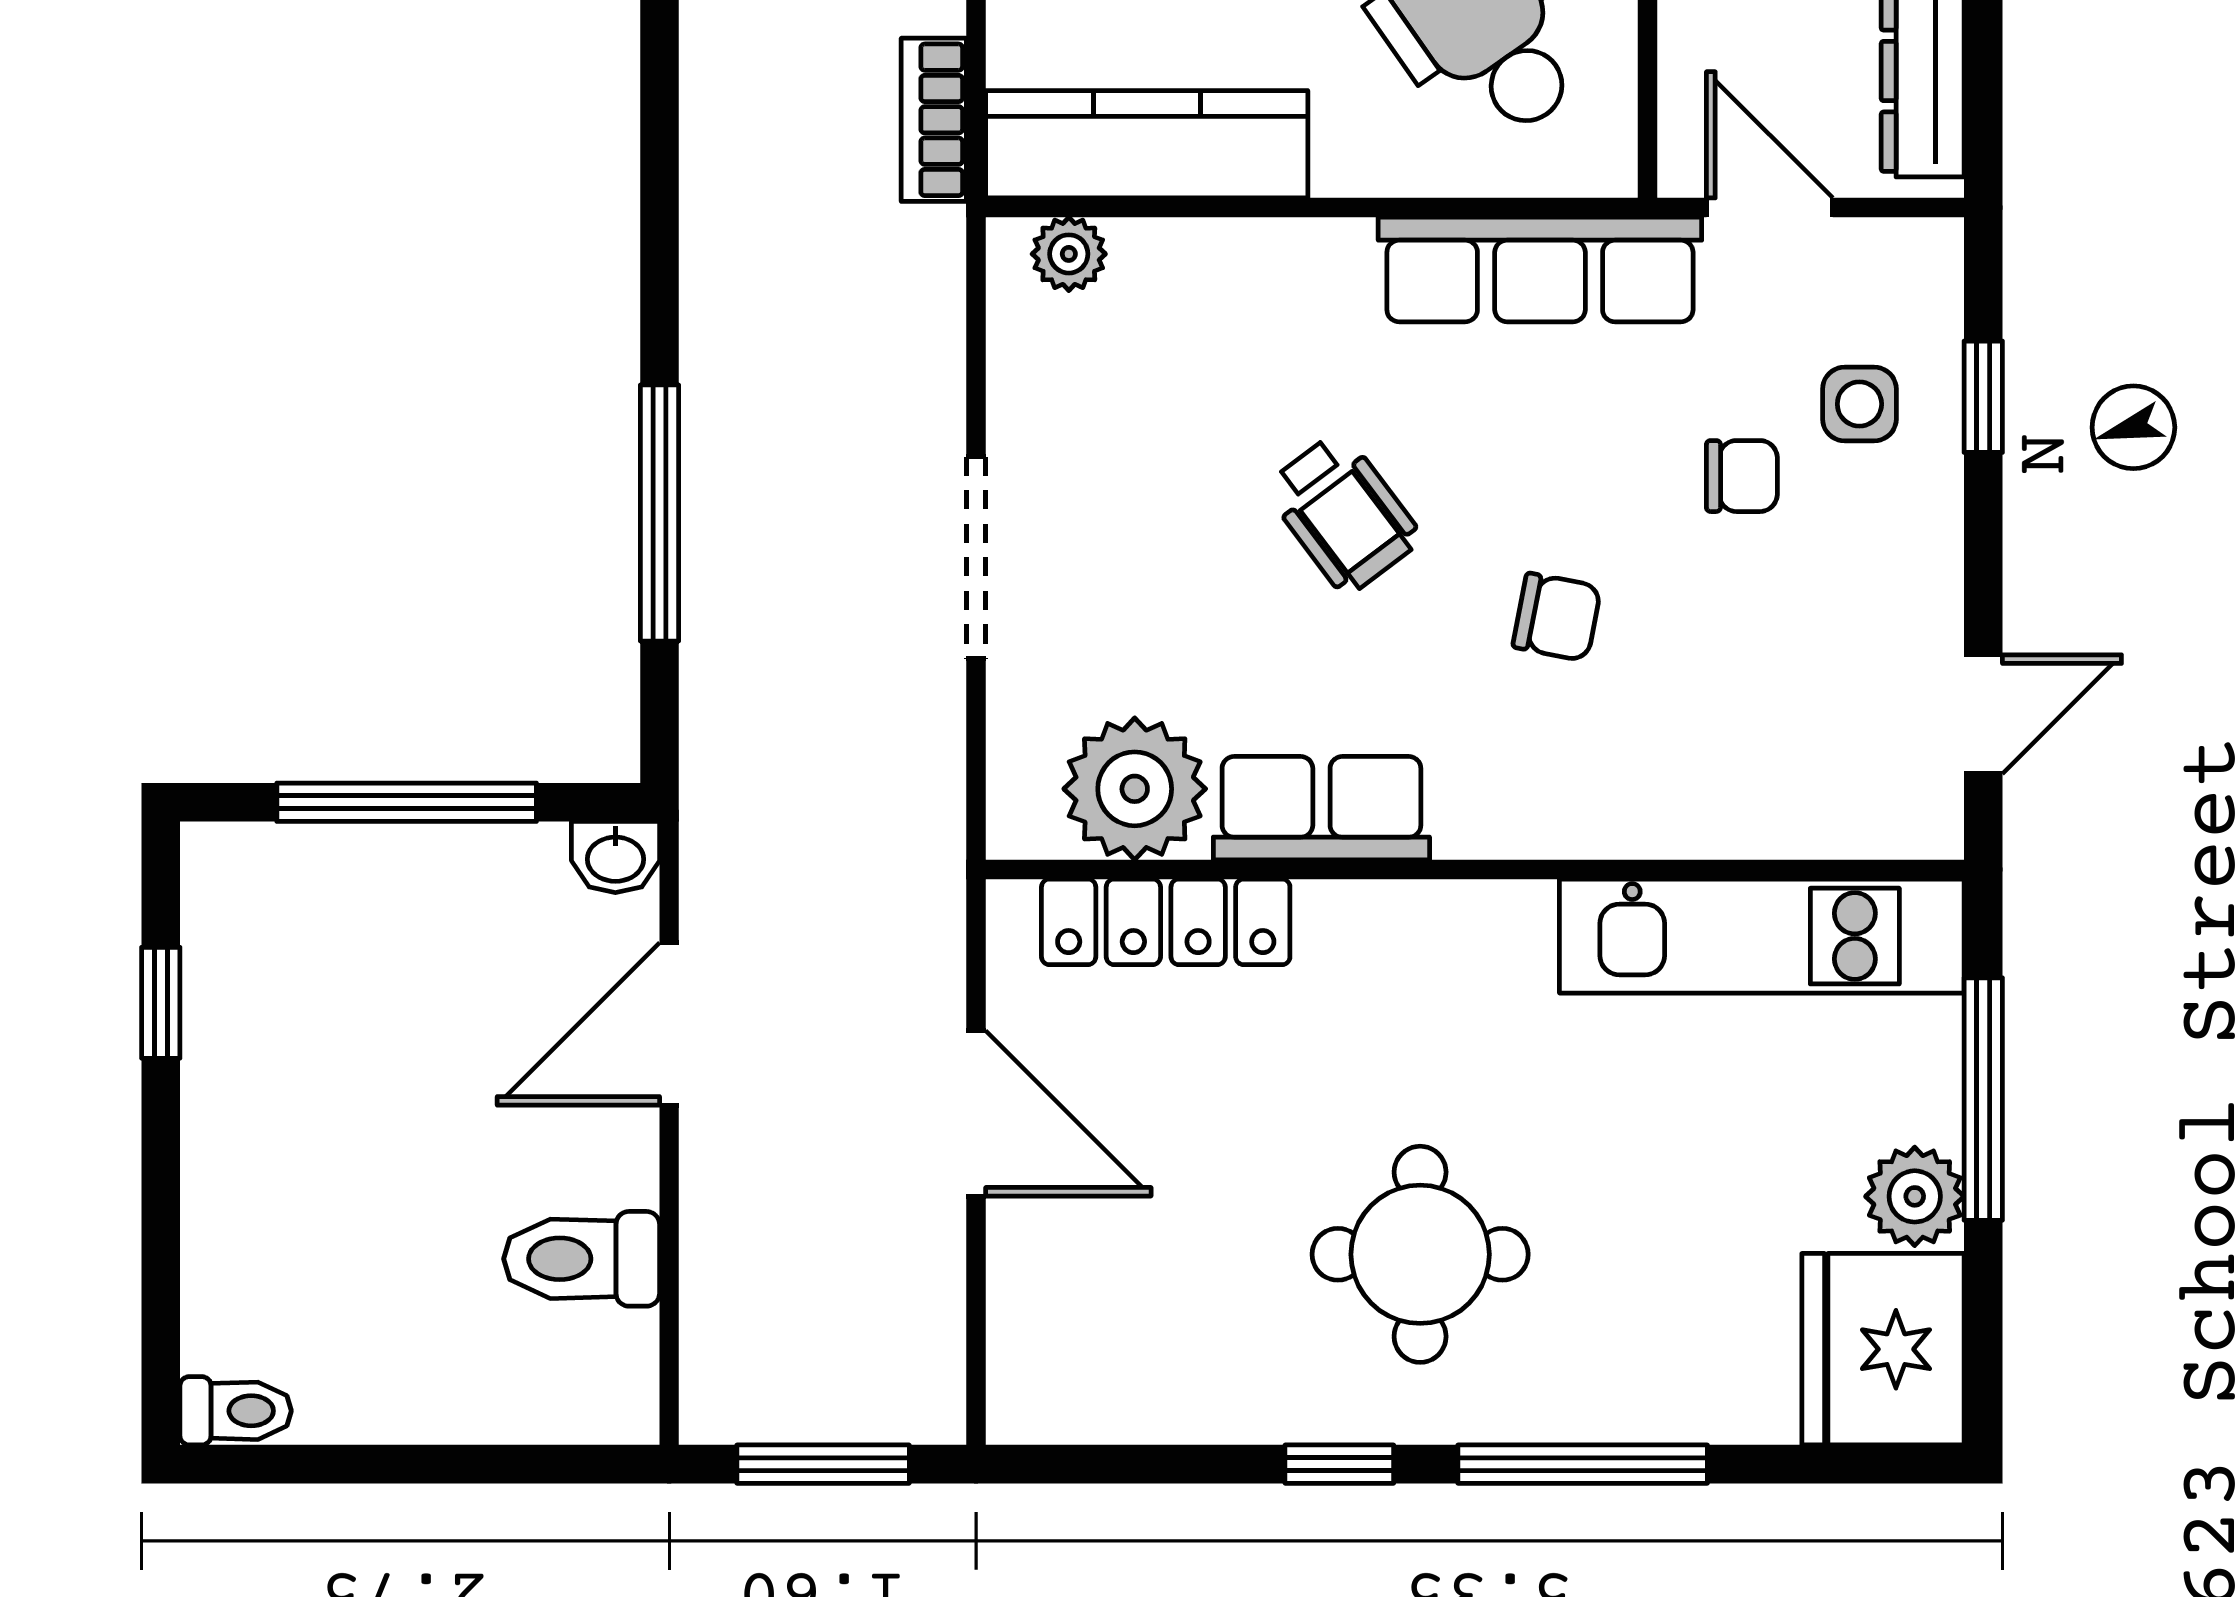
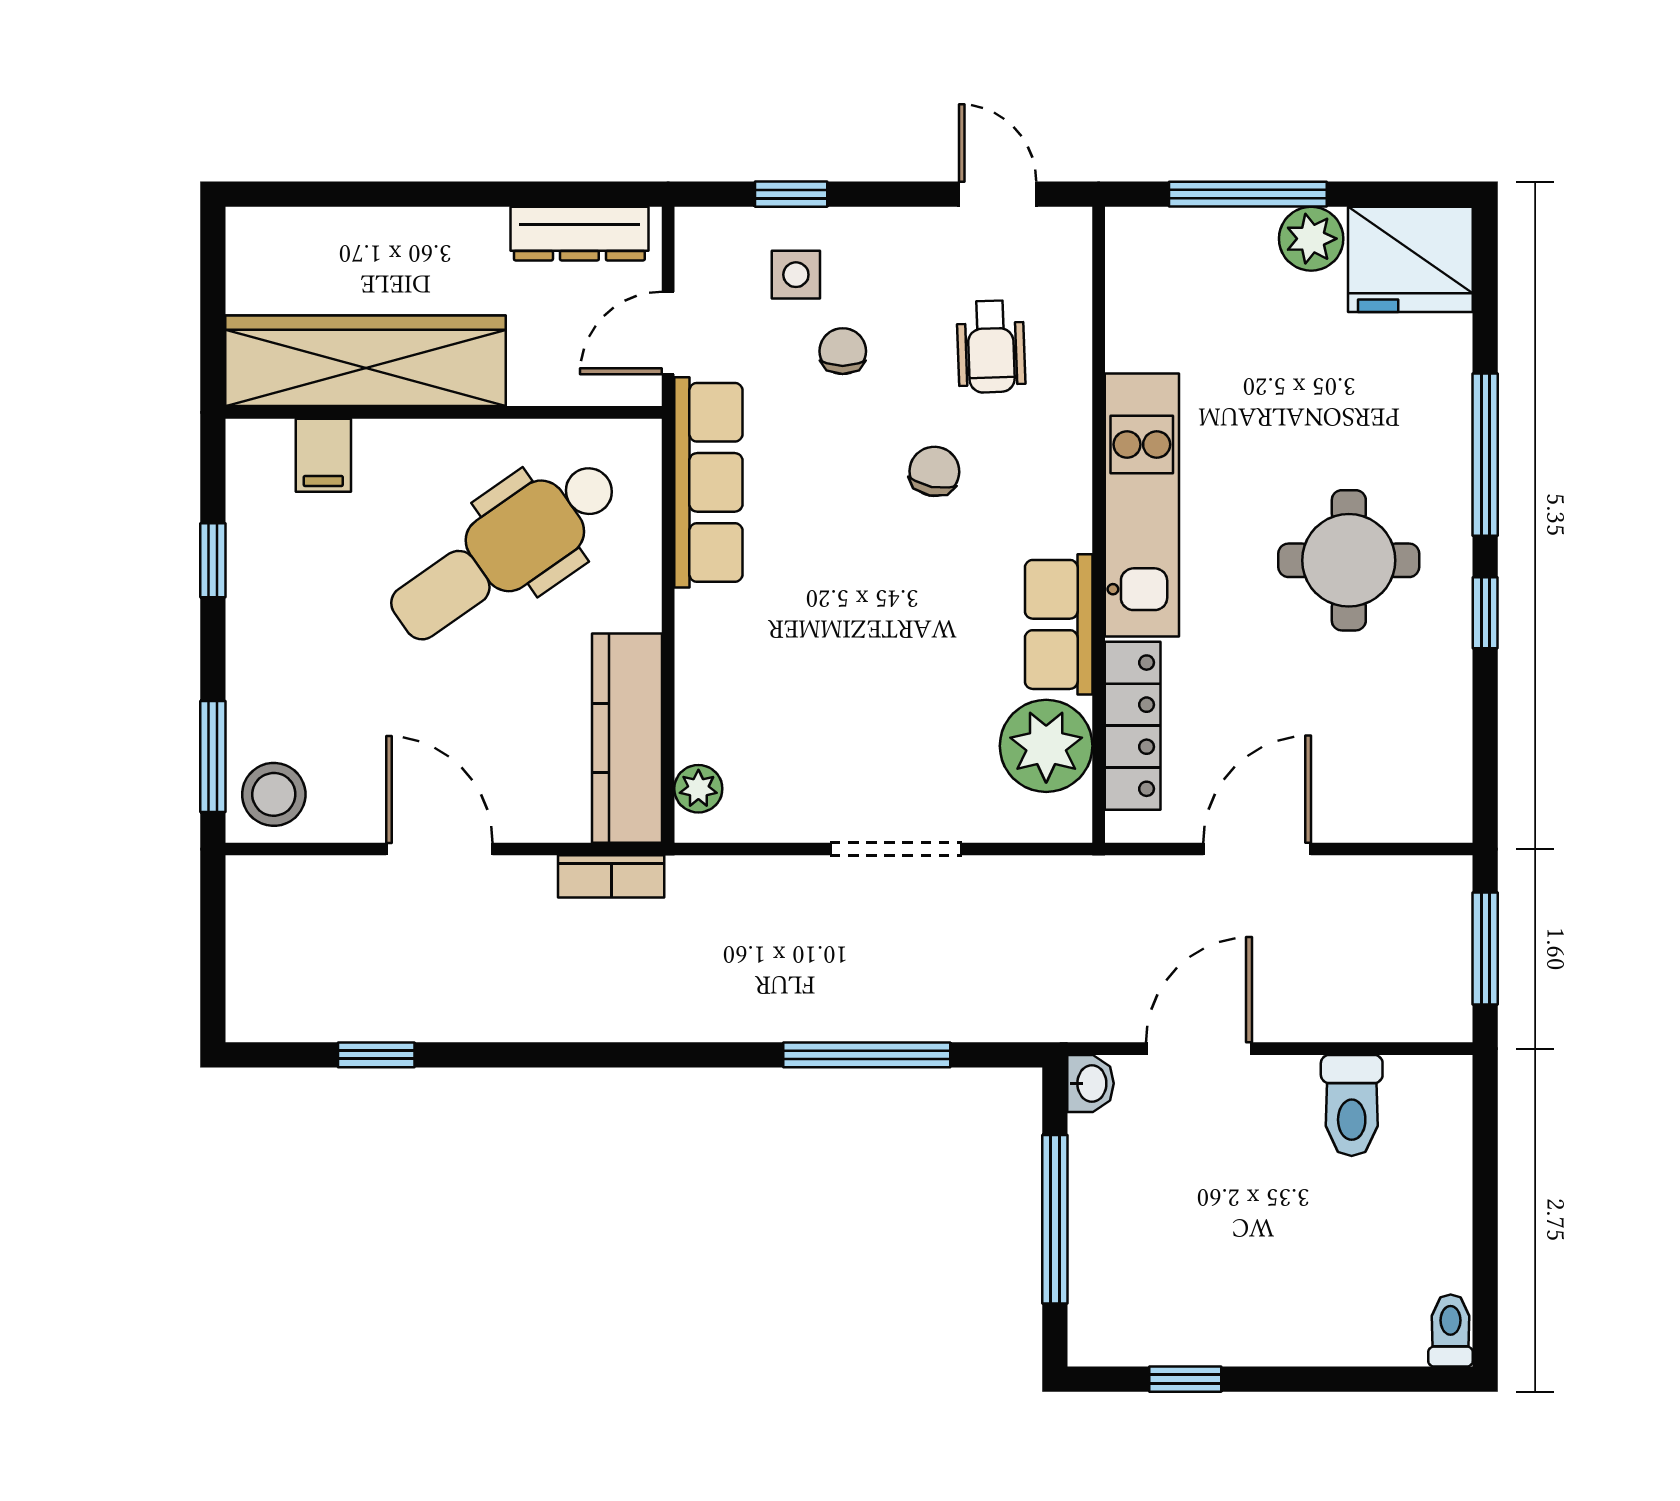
wheelchair: (1343, 513) -> (991, 347), moved, turned 125
kitchen unit: (1762, 936) -> (1142, 505), moved
door: (669, 1024) -> (1199, 1049), swing flipped

